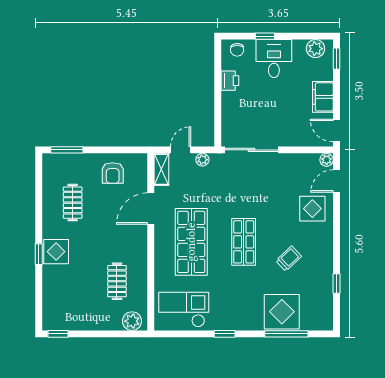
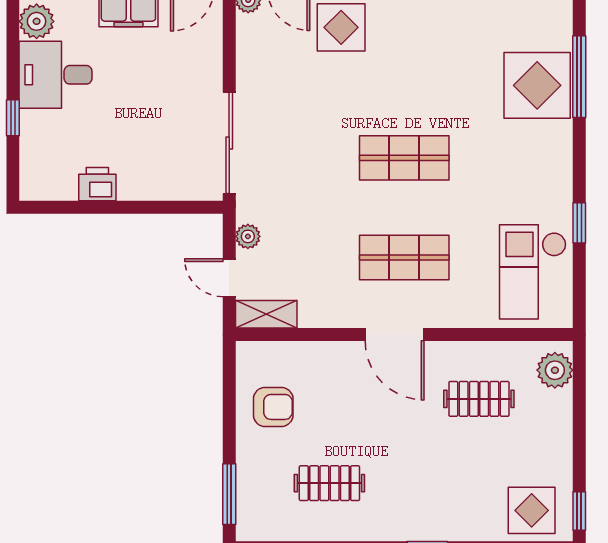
chair: (237, 50) -> (39, 170), removed
desk: (274, 59) -> (56, 75), moved
door: (151, 209) -> (395, 334), moved
shop shelf: (191, 242) -> (404, 257), width x0.70, depth x0.74
display table: (56, 252) -> (532, 510), moved
trolley: (289, 259) -> (436, 72), removed
window: (225, 334) -> (579, 223), moved

